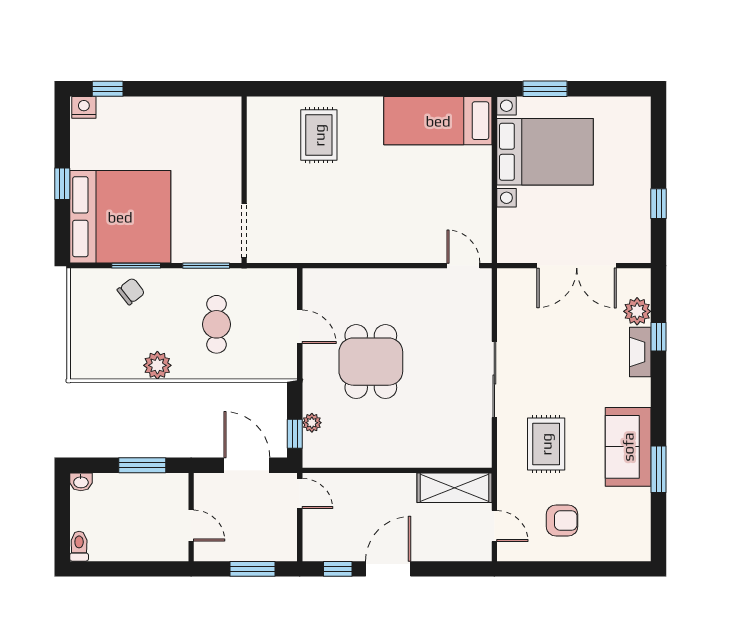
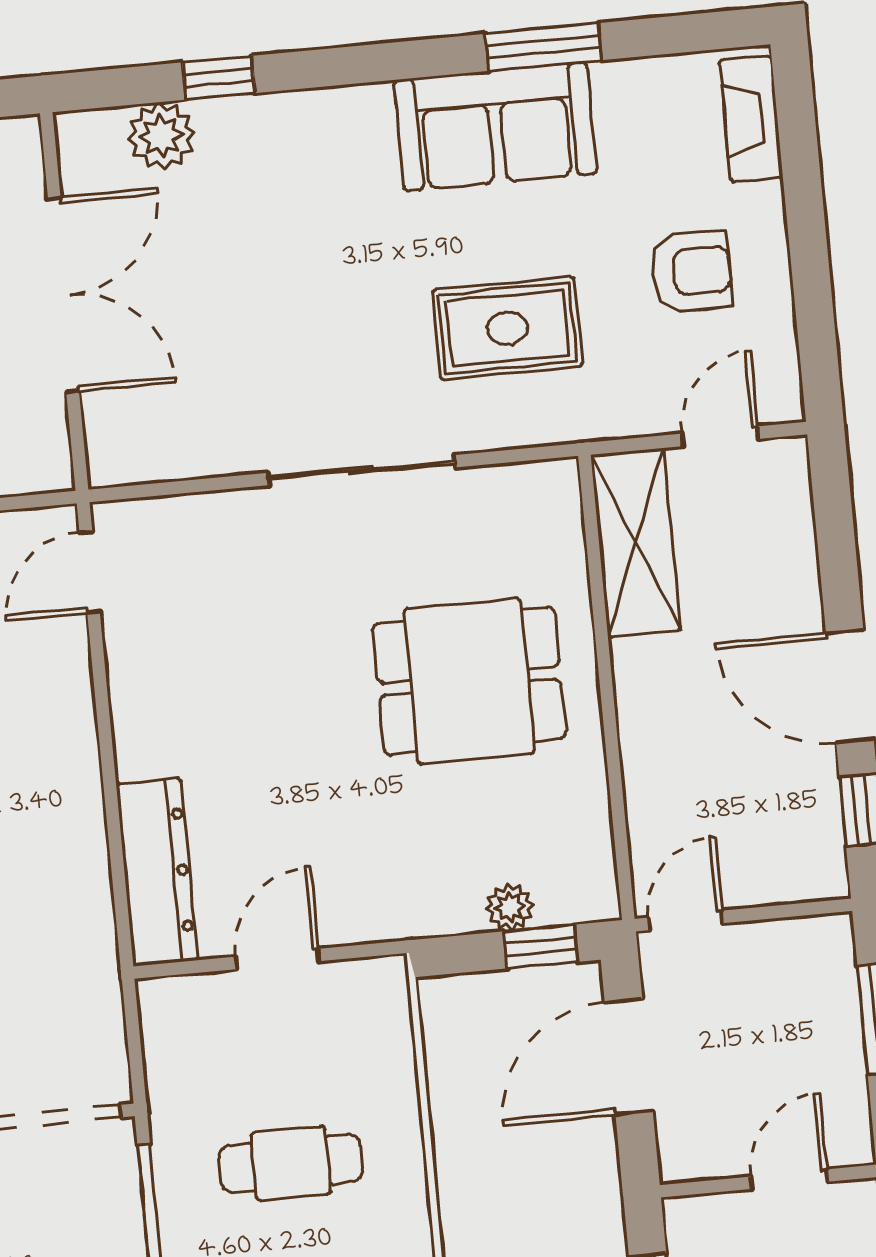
dresser: (340, 281) -> (157, 872), added
fireplace: (640, 352) -> (751, 119), moved, turned 90
dining table: (371, 362) -> (469, 681), moved
armchair: (562, 520) -> (691, 272), turned 90

